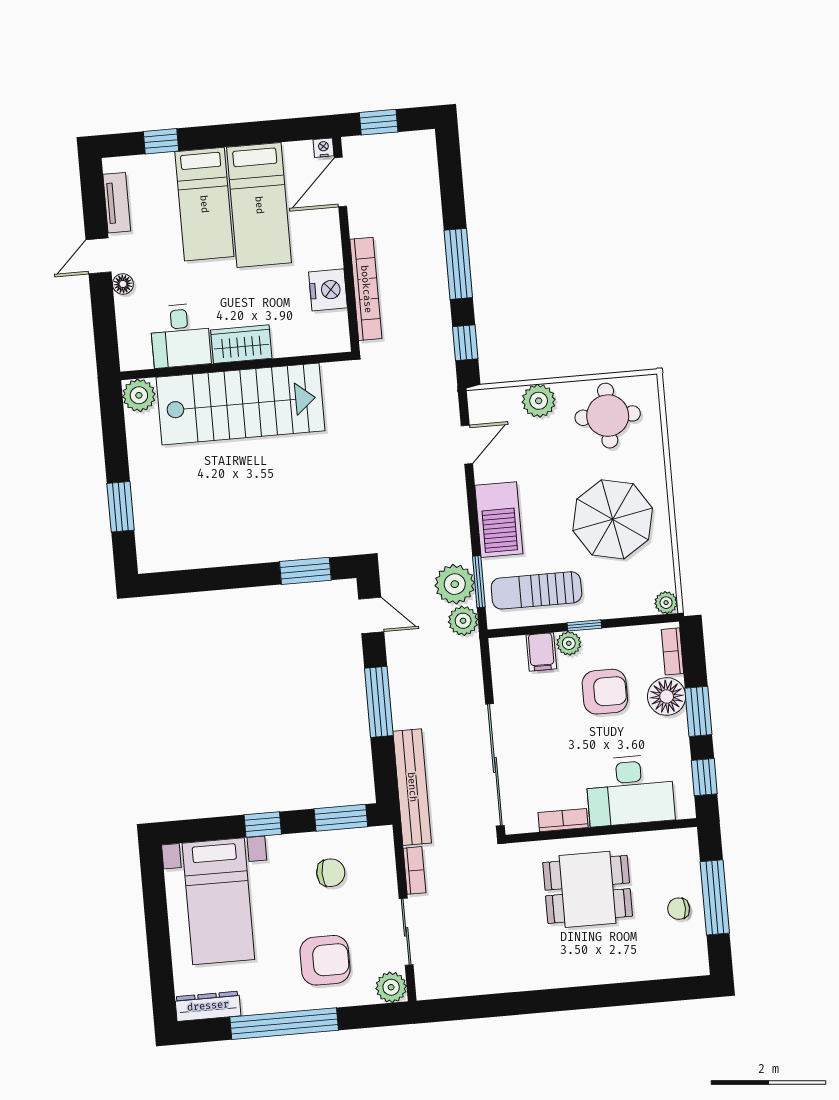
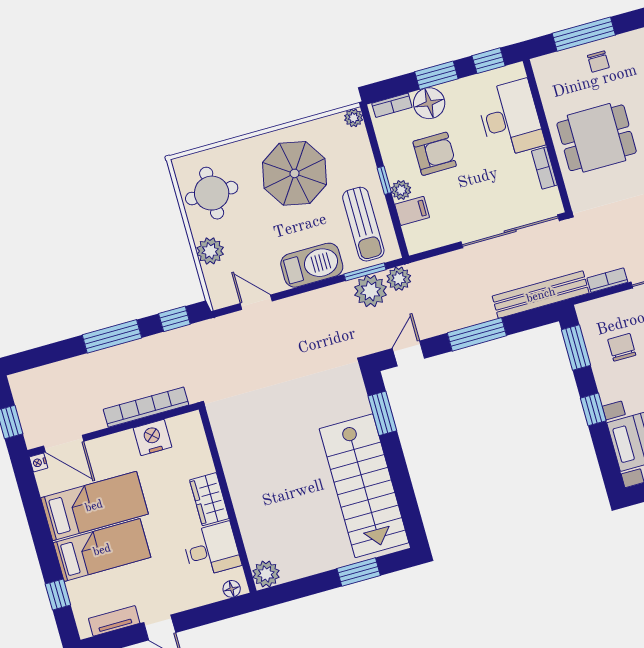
floor lamp: (123, 284) -> (232, 589), moved
stairs: (241, 404) -> (364, 486), moved, turned 180
armchair: (605, 692) -> (435, 154), turned 90
dining table: (588, 889) -> (597, 138), turned 90

